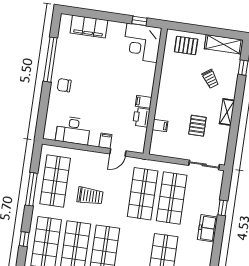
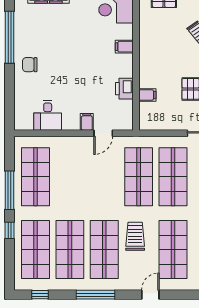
filing cabinet: (144, 102) -> (124, 47), moved
desk: (73, 130) -> (48, 115), width x0.73
trolley: (90, 196) -> (135, 236), moved, turned -90
window: (24, 239) -> (9, 230), moved

